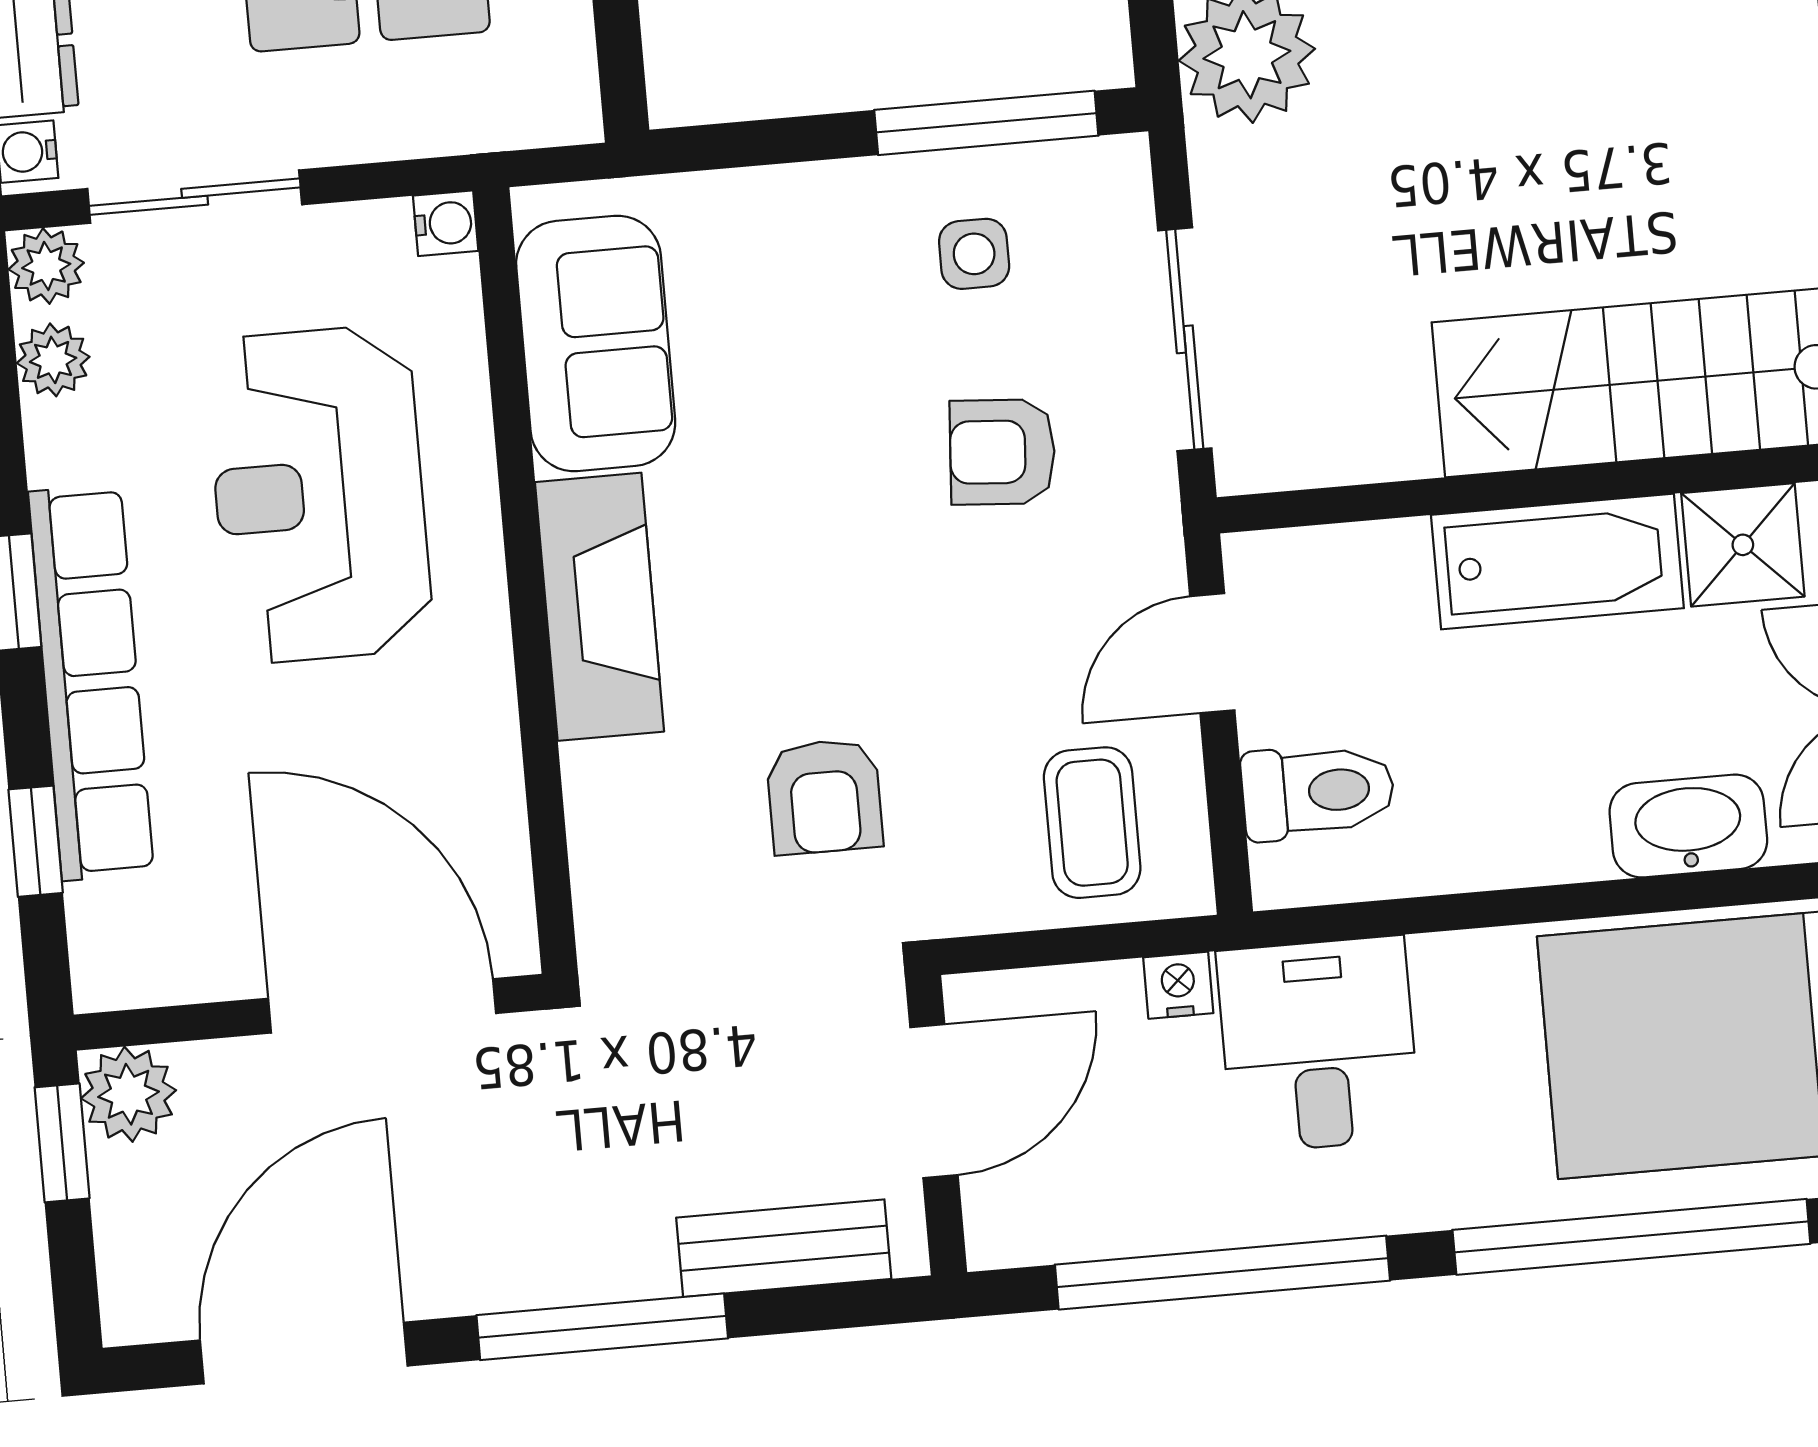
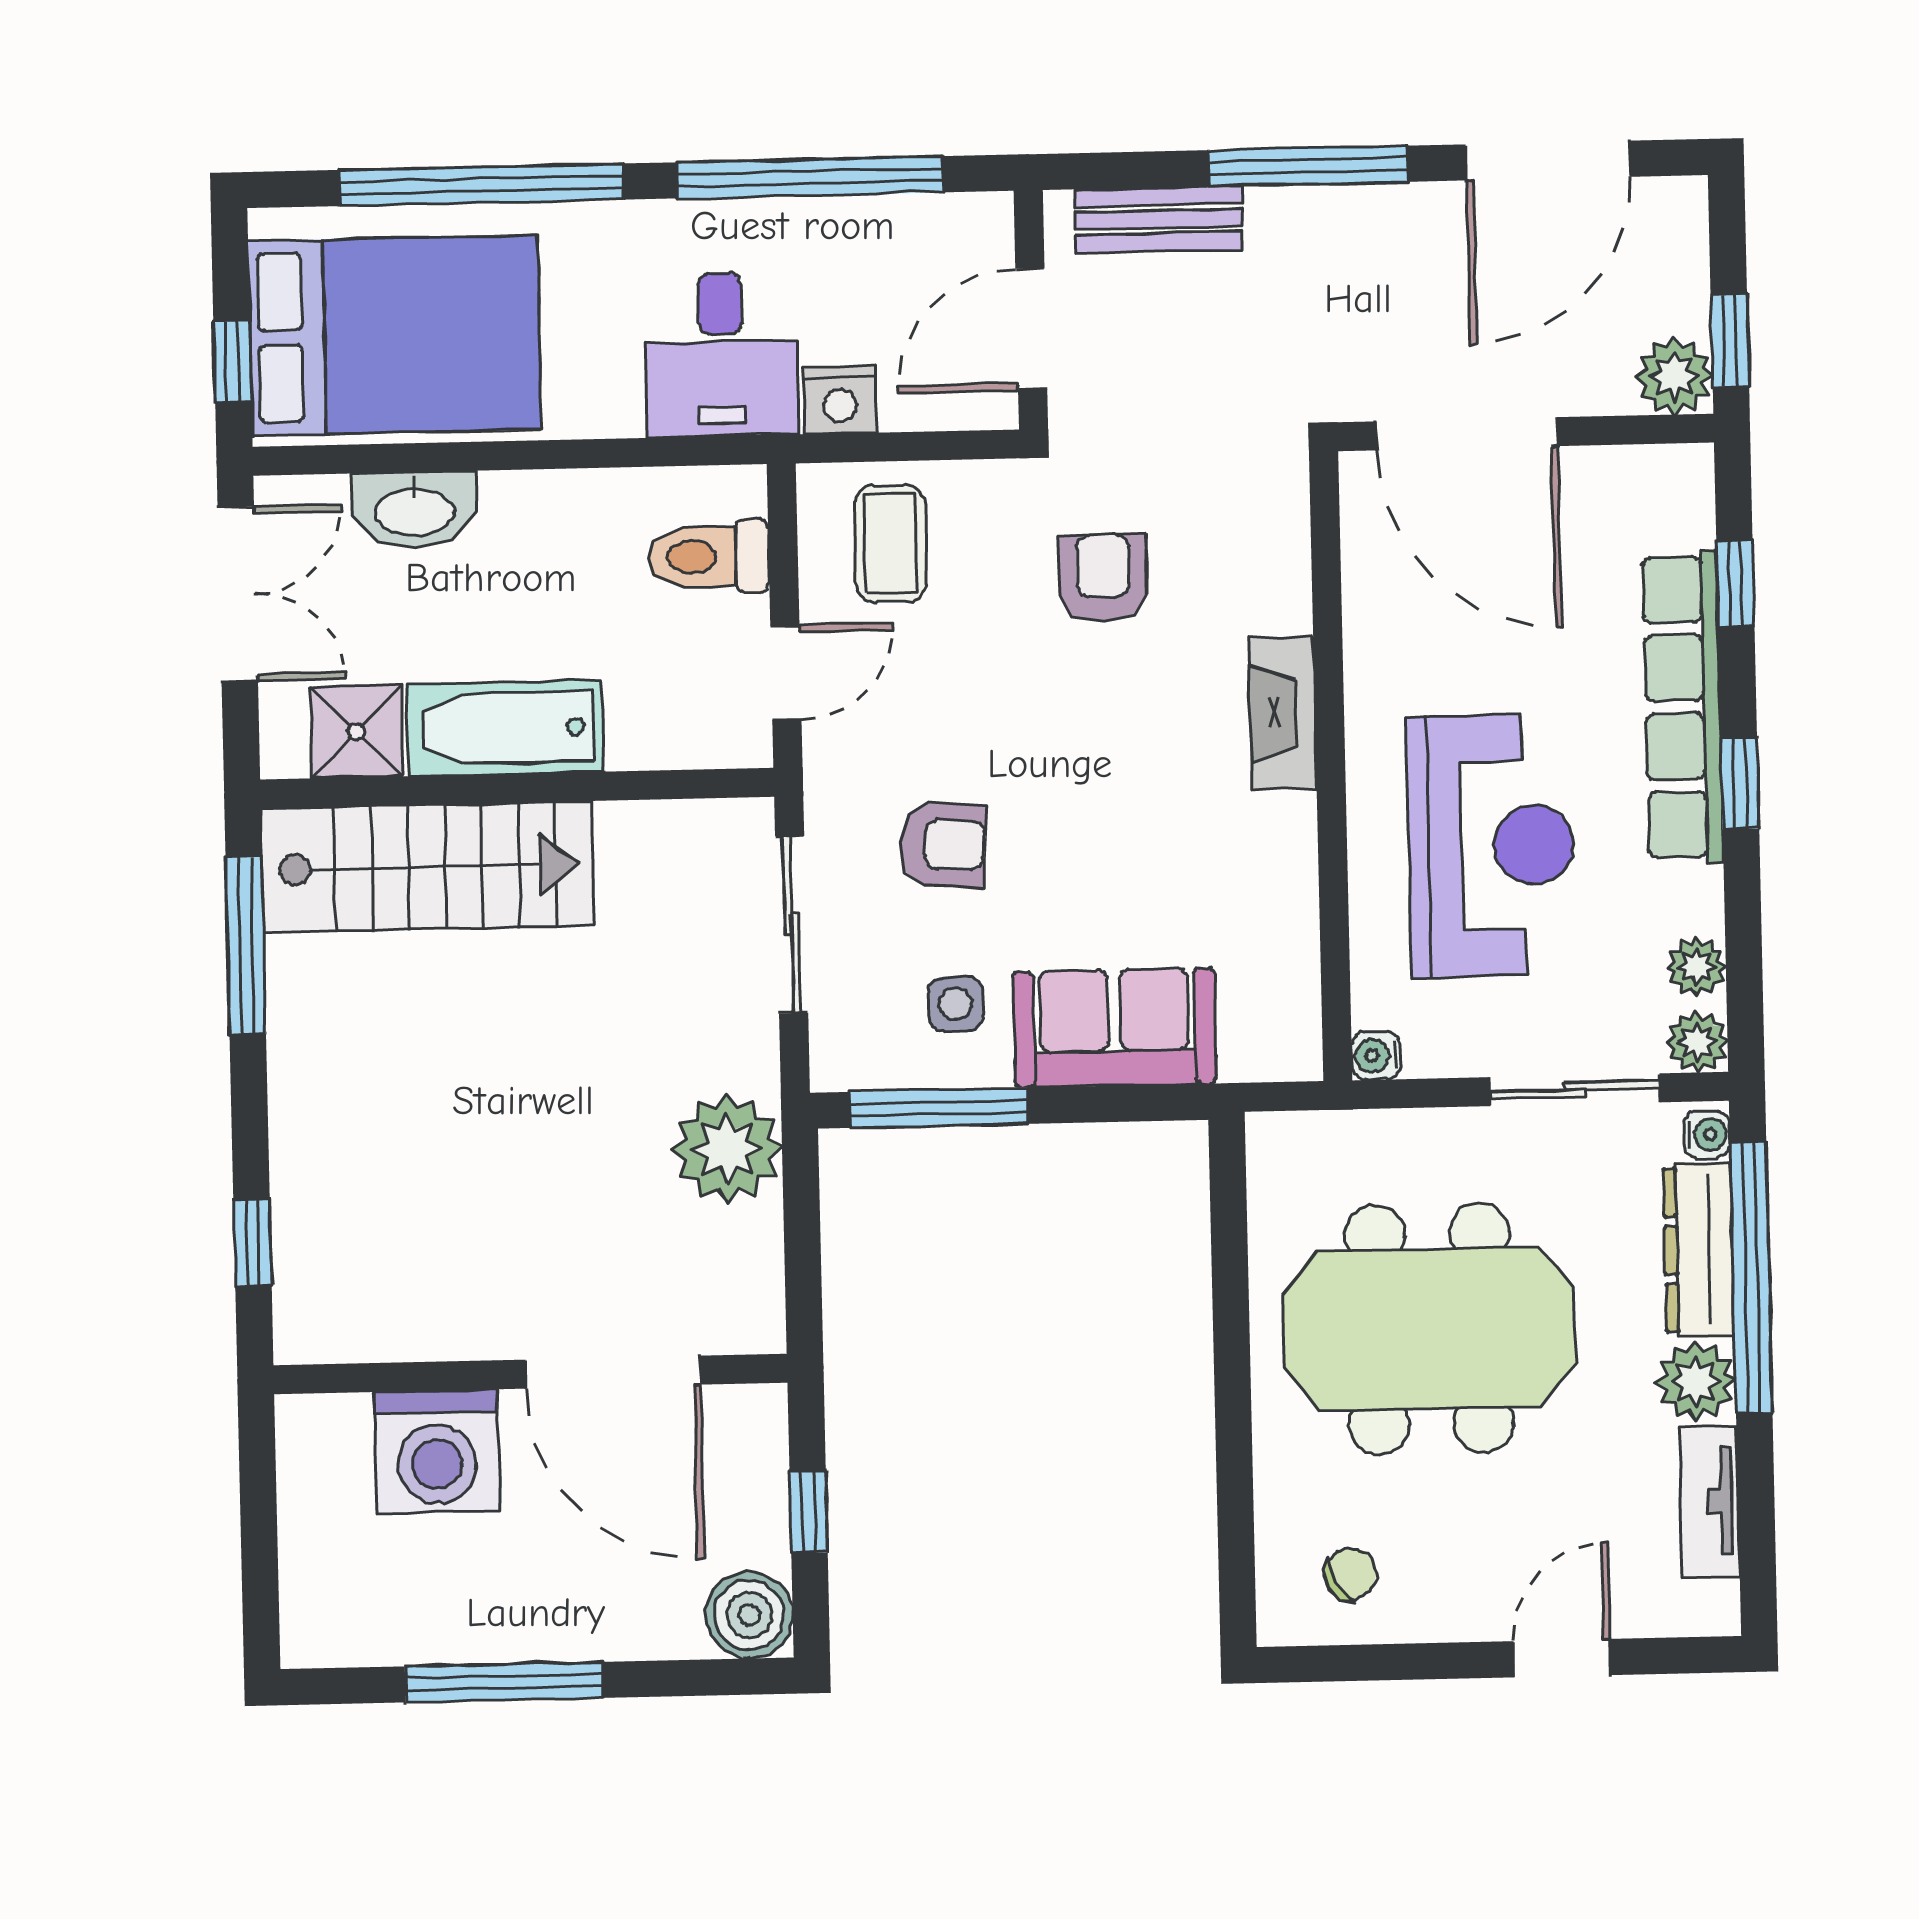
sofa: (596, 343) -> (1115, 1028), moved, turned 90
fireplace: (600, 607) -> (1283, 713), width x0.73, depth x0.76
nightstand: (1178, 985) -> (840, 400), width x1.39, depth x1.35

